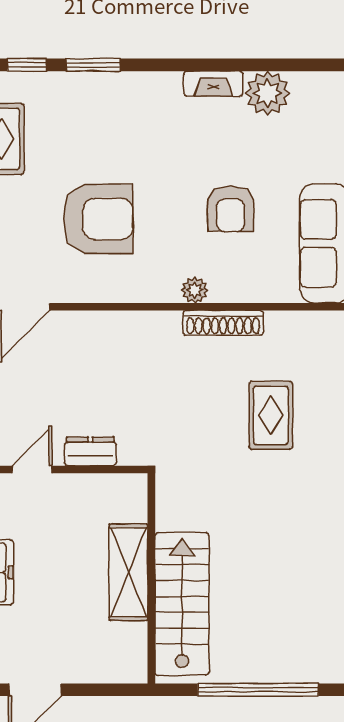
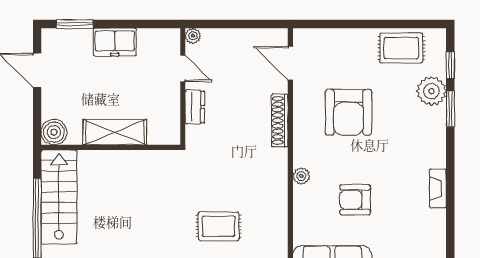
plant: (268, 93) -> (432, 91), moved
shoe rack: (223, 323) -> (280, 120), moved
stairs: (182, 604) -> (59, 197), moved, turned -90
boiler: (128, 664) -> (54, 132), added

